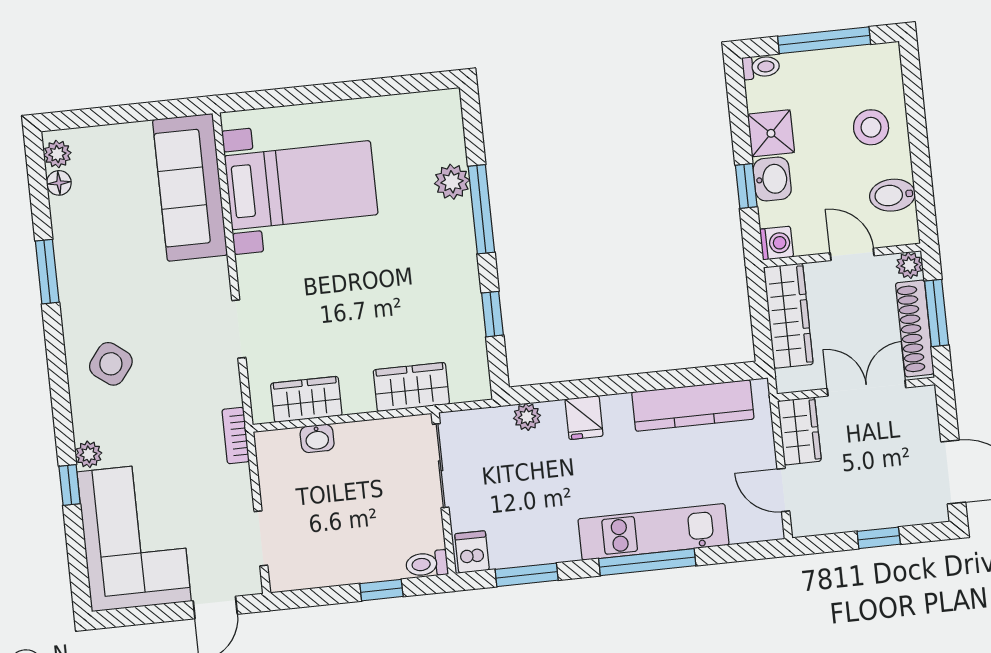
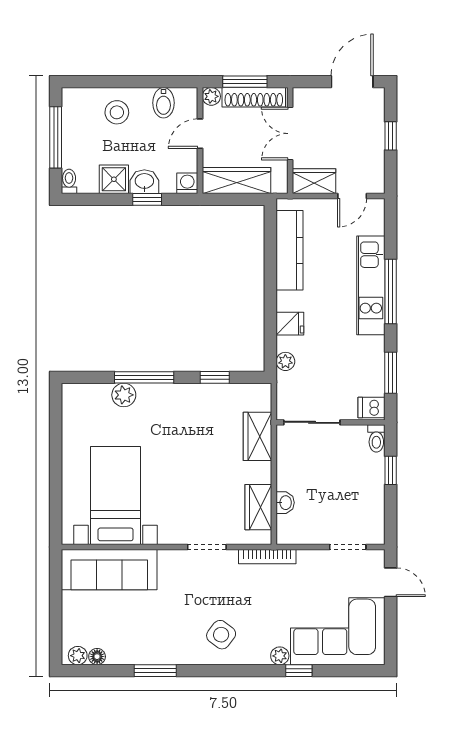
bookcase: (236, 436) -> (267, 557), width x1.56

